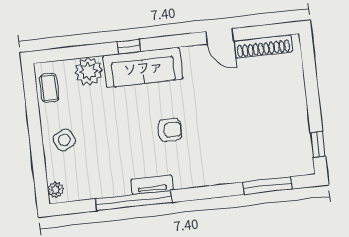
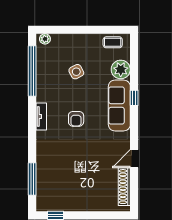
side table: (64, 140) -> (76, 72), moved
tv unit: (152, 185) -> (41, 117), moved
window: (134, 201) -> (32, 71), moved

